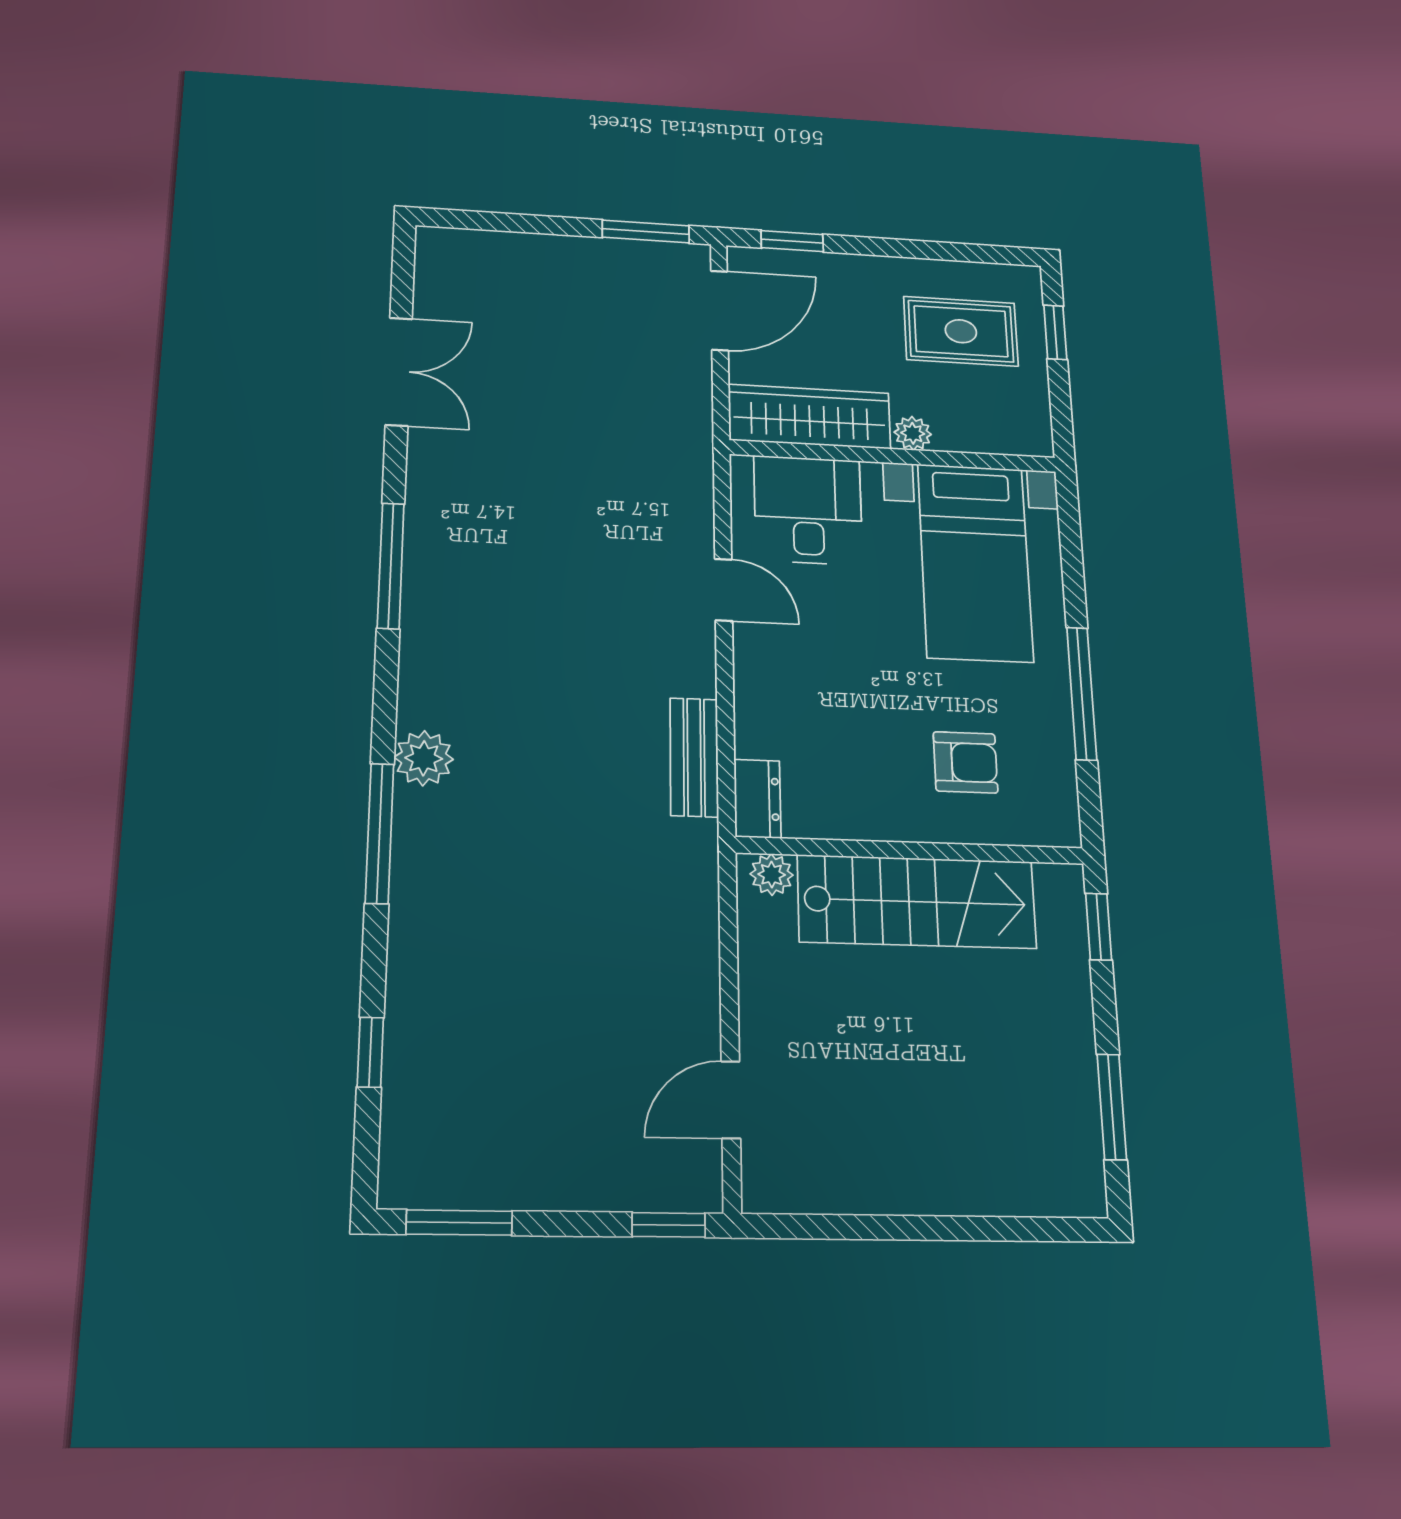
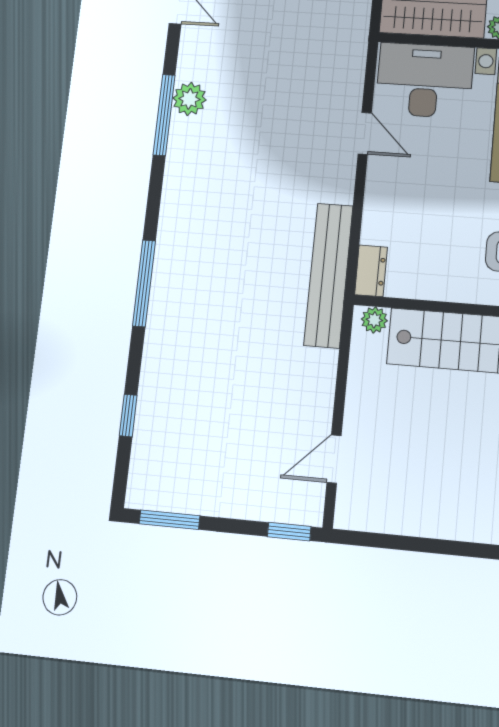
desk: (808, 510) -> (425, 80), width x1.37
bench: (694, 757) -> (328, 275), width x1.86, depth x1.21
plant: (424, 758) -> (189, 99), moved

